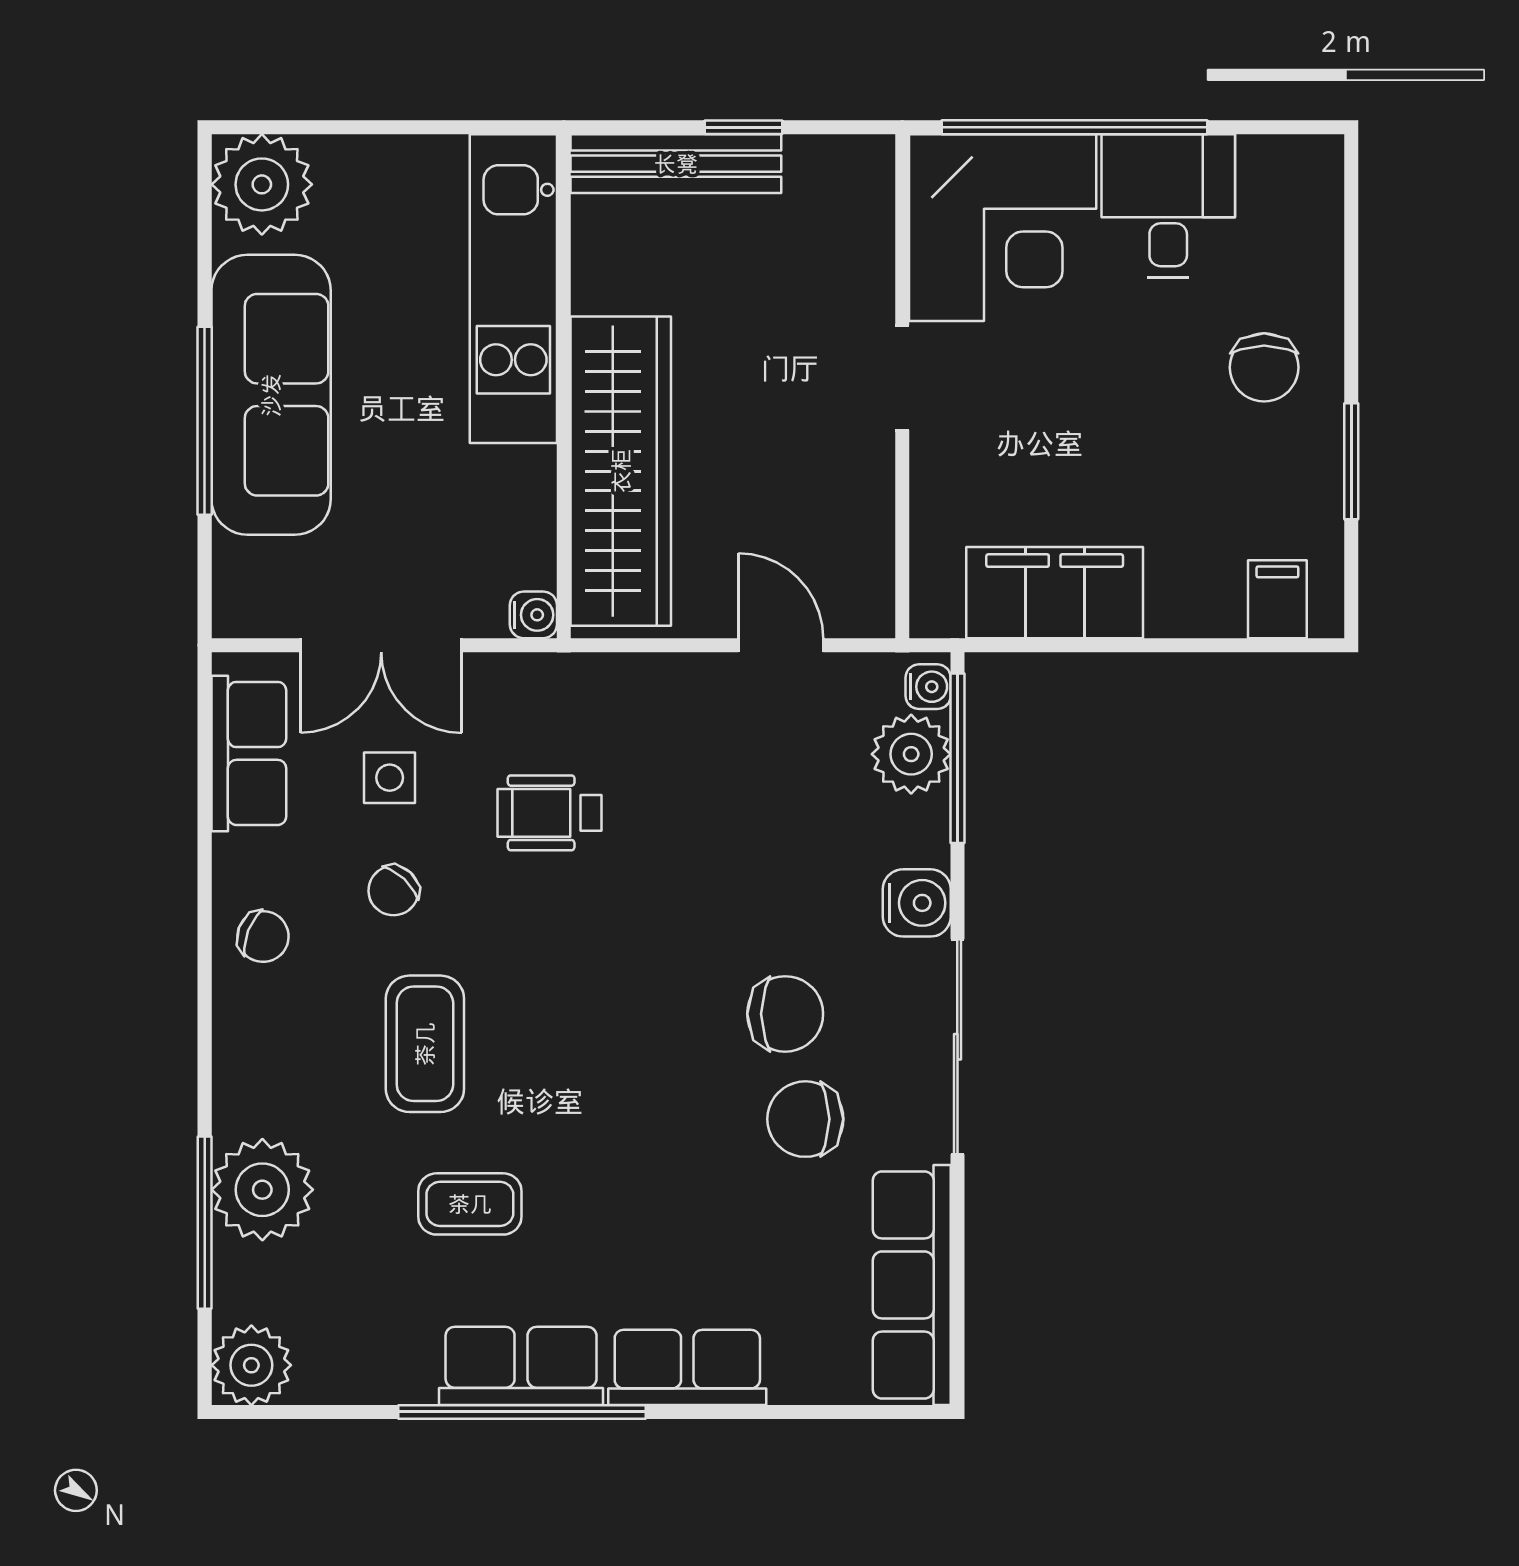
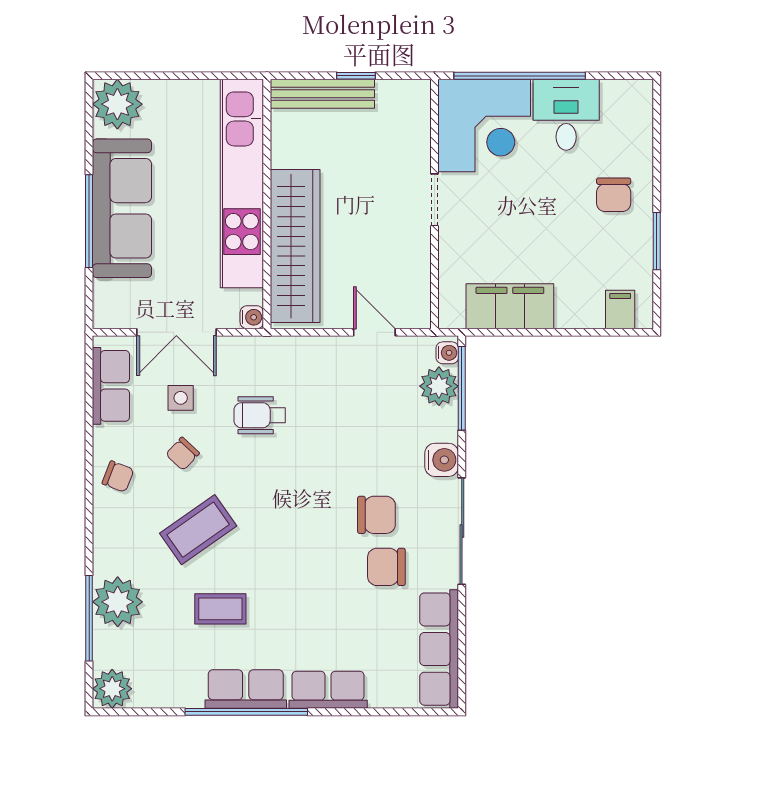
kitchen unit: (513, 289) -> (242, 184), width x1.36
coffee table: (425, 1044) -> (198, 530), turned 55

